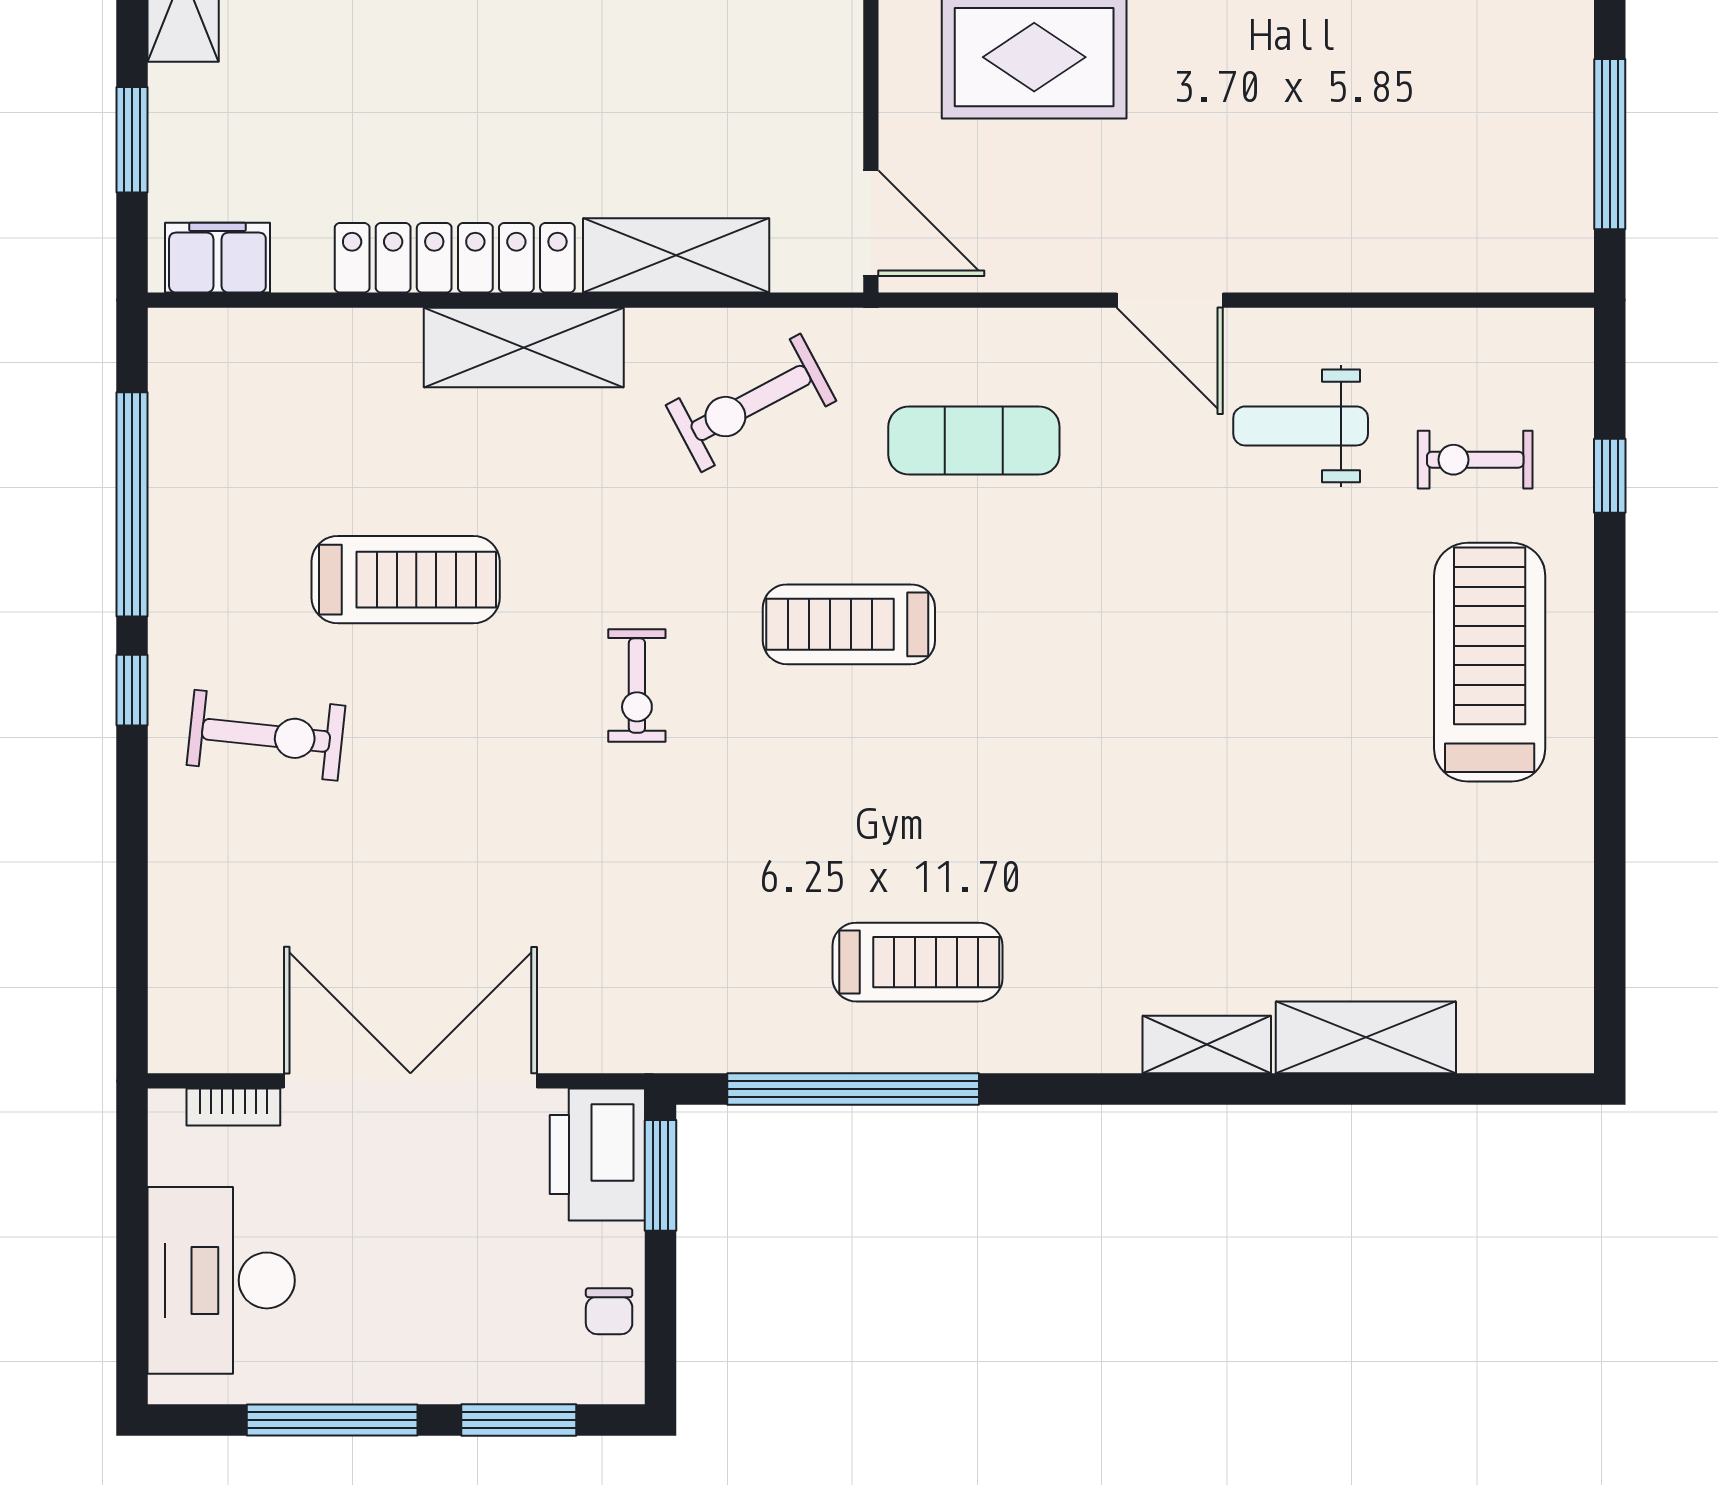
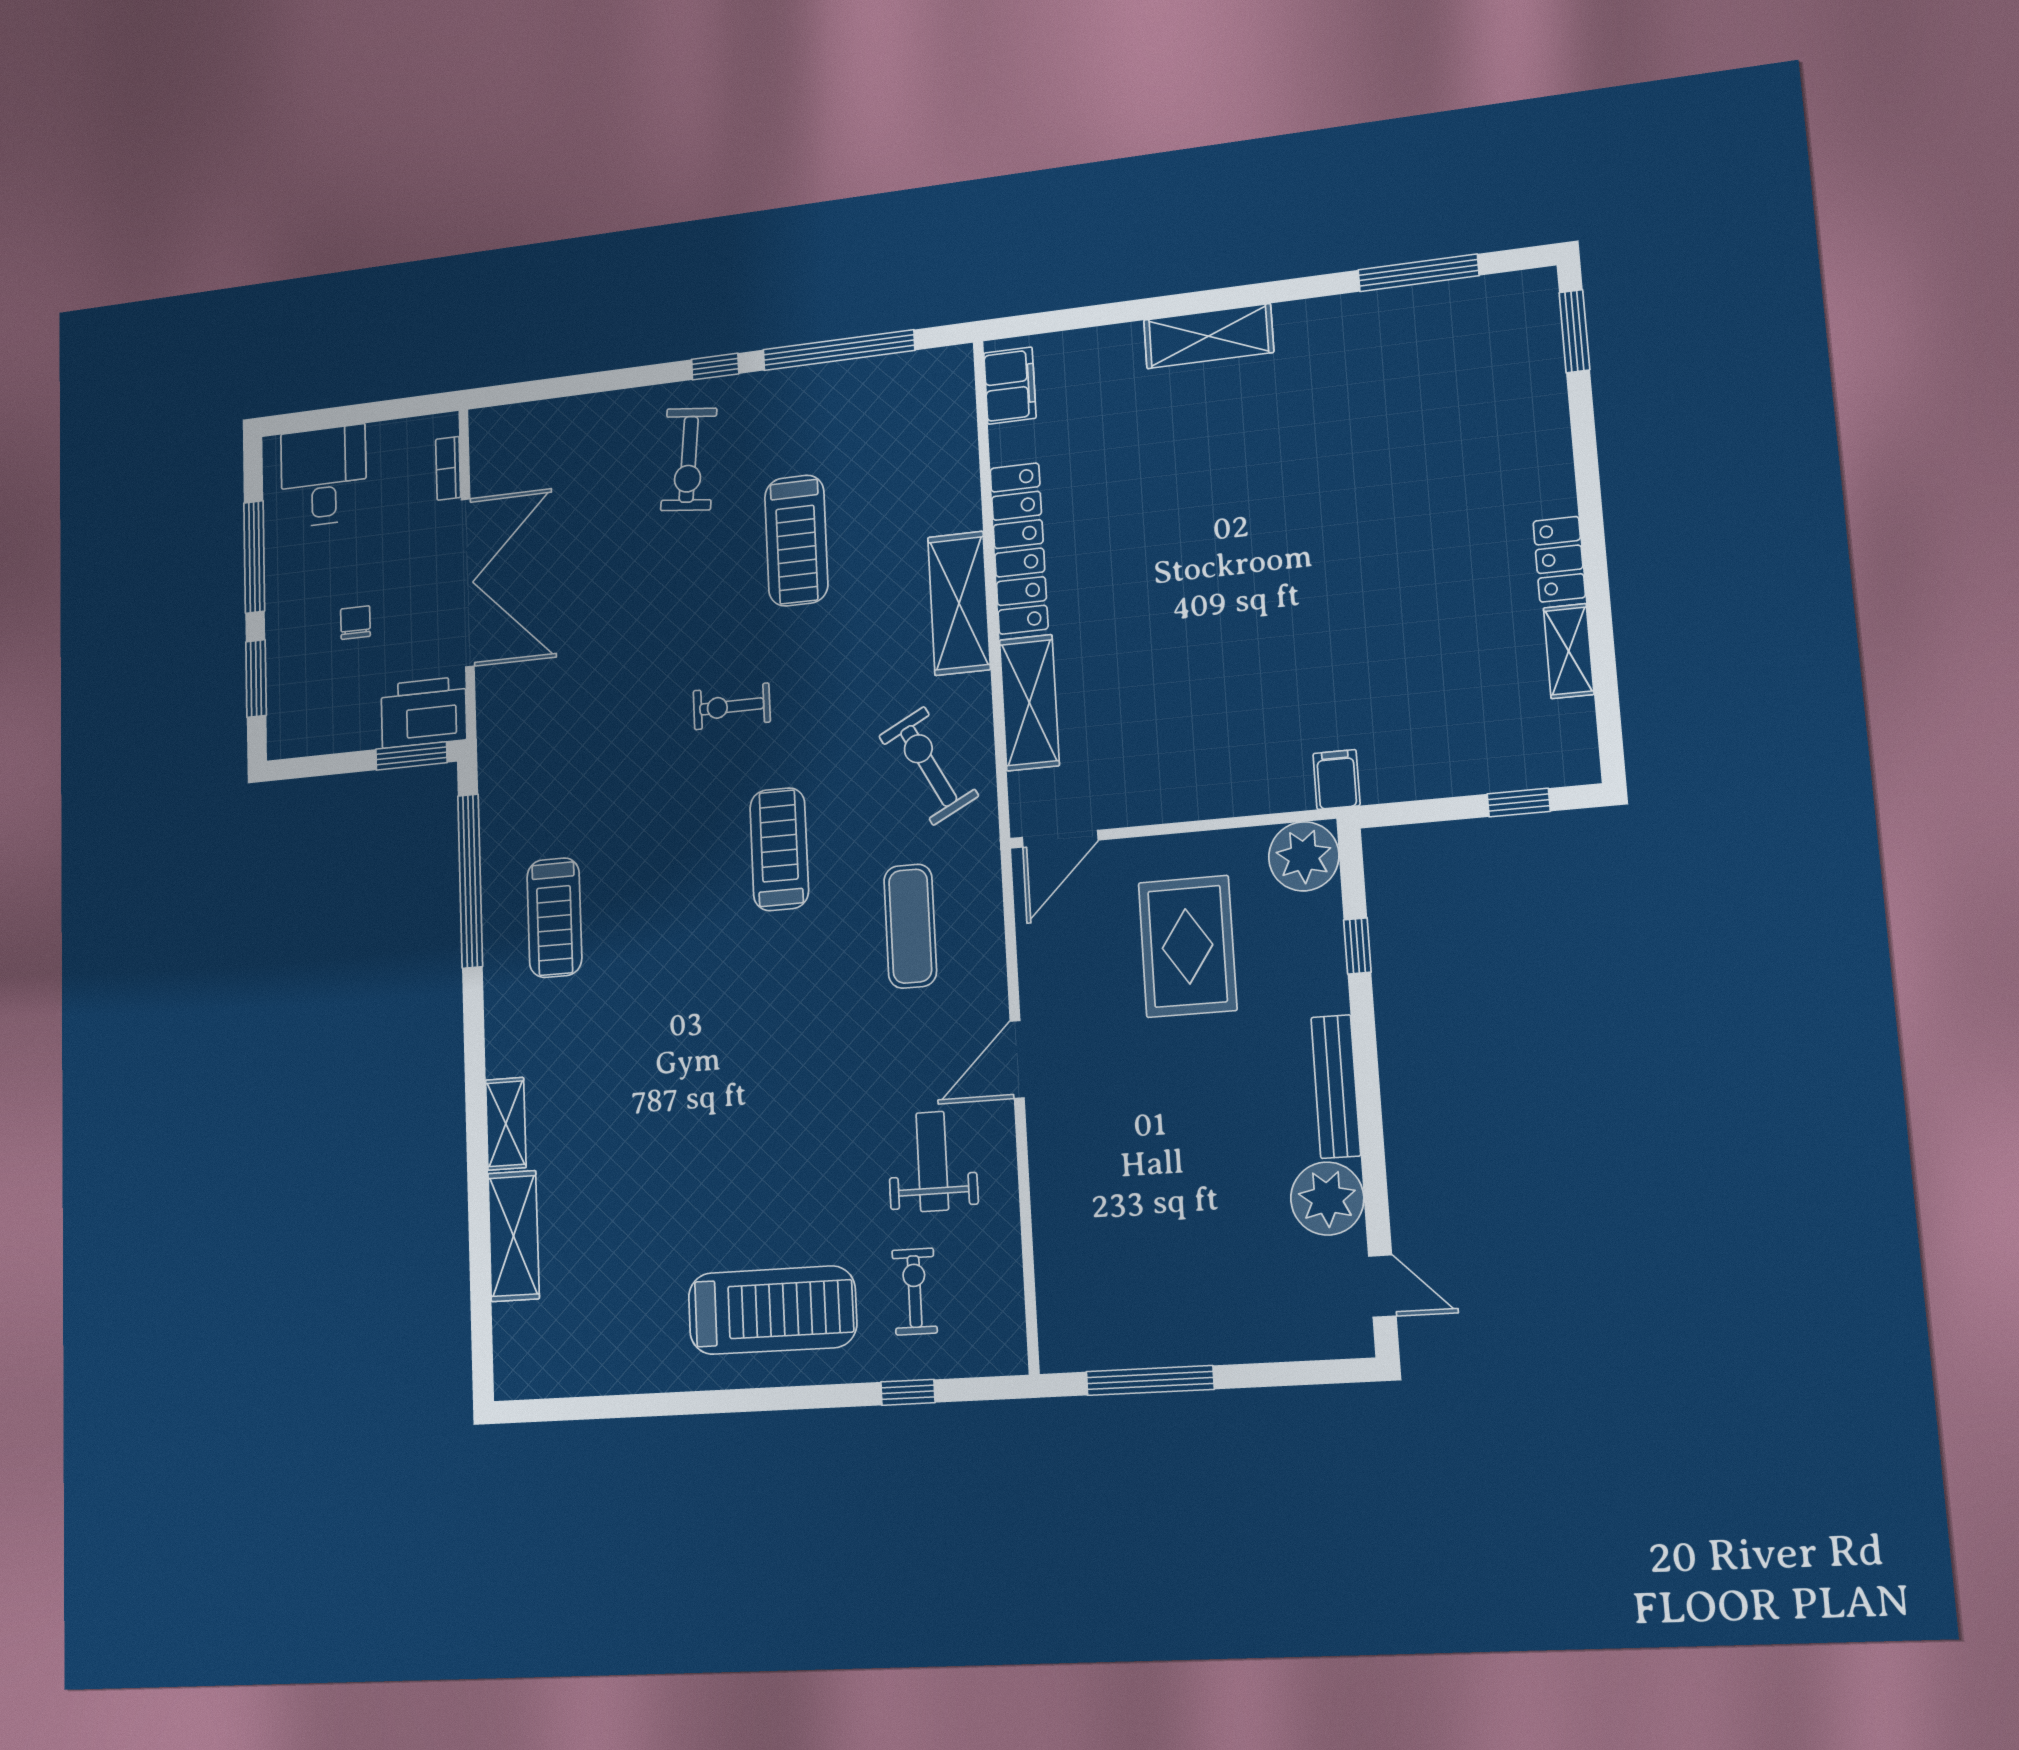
window: (132, 140) -> (1089, 317), removed
desk: (221, 1280) -> (324, 476), width x0.73
chair: (609, 1311) -> (355, 623), moved, turned 90

